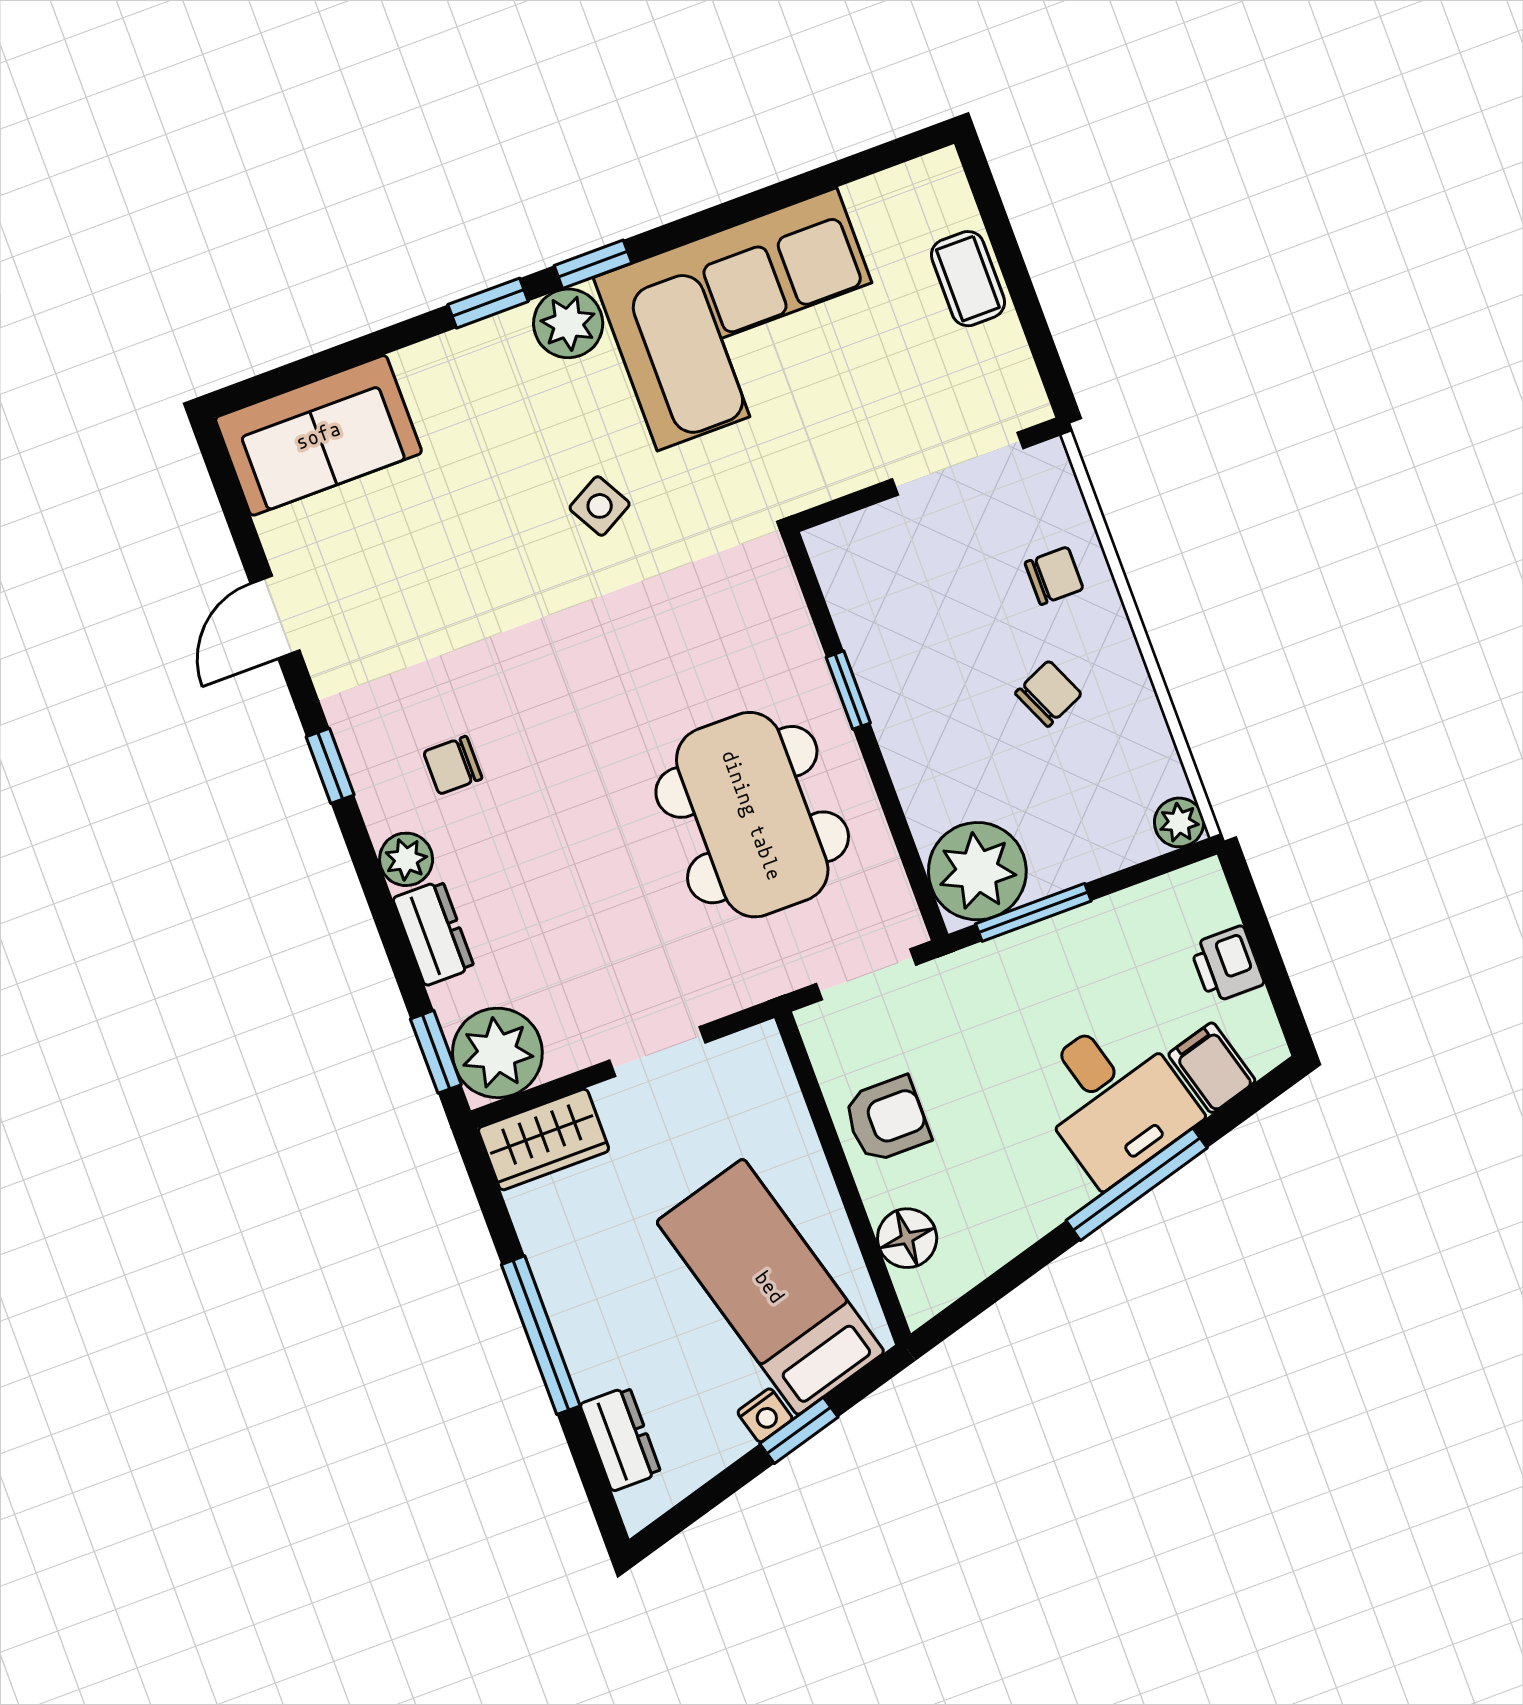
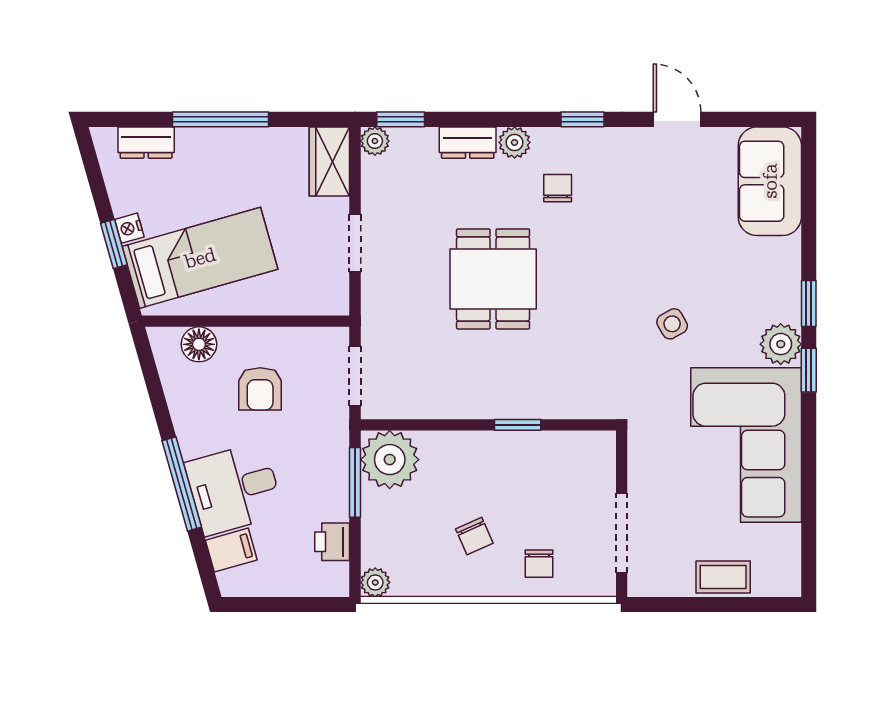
dining table: (752, 815) -> (493, 279), moved, width x0.73
printer: (1227, 964) -> (332, 542), moved, turned -90
plant: (497, 1053) -> (375, 141), width x0.53, depth x0.53
armchair: (887, 1119) -> (260, 389), moved

